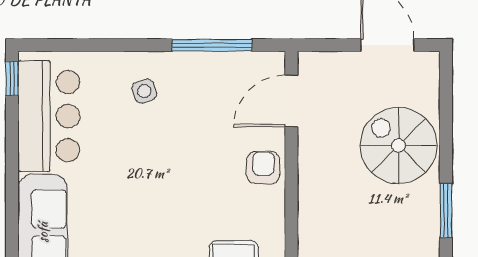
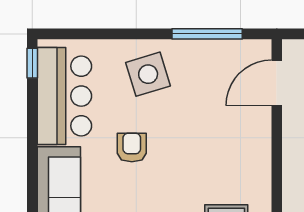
side table: (144, 91) -> (148, 74), width x1.87, depth x1.87
armchair: (263, 168) -> (132, 148), moved

